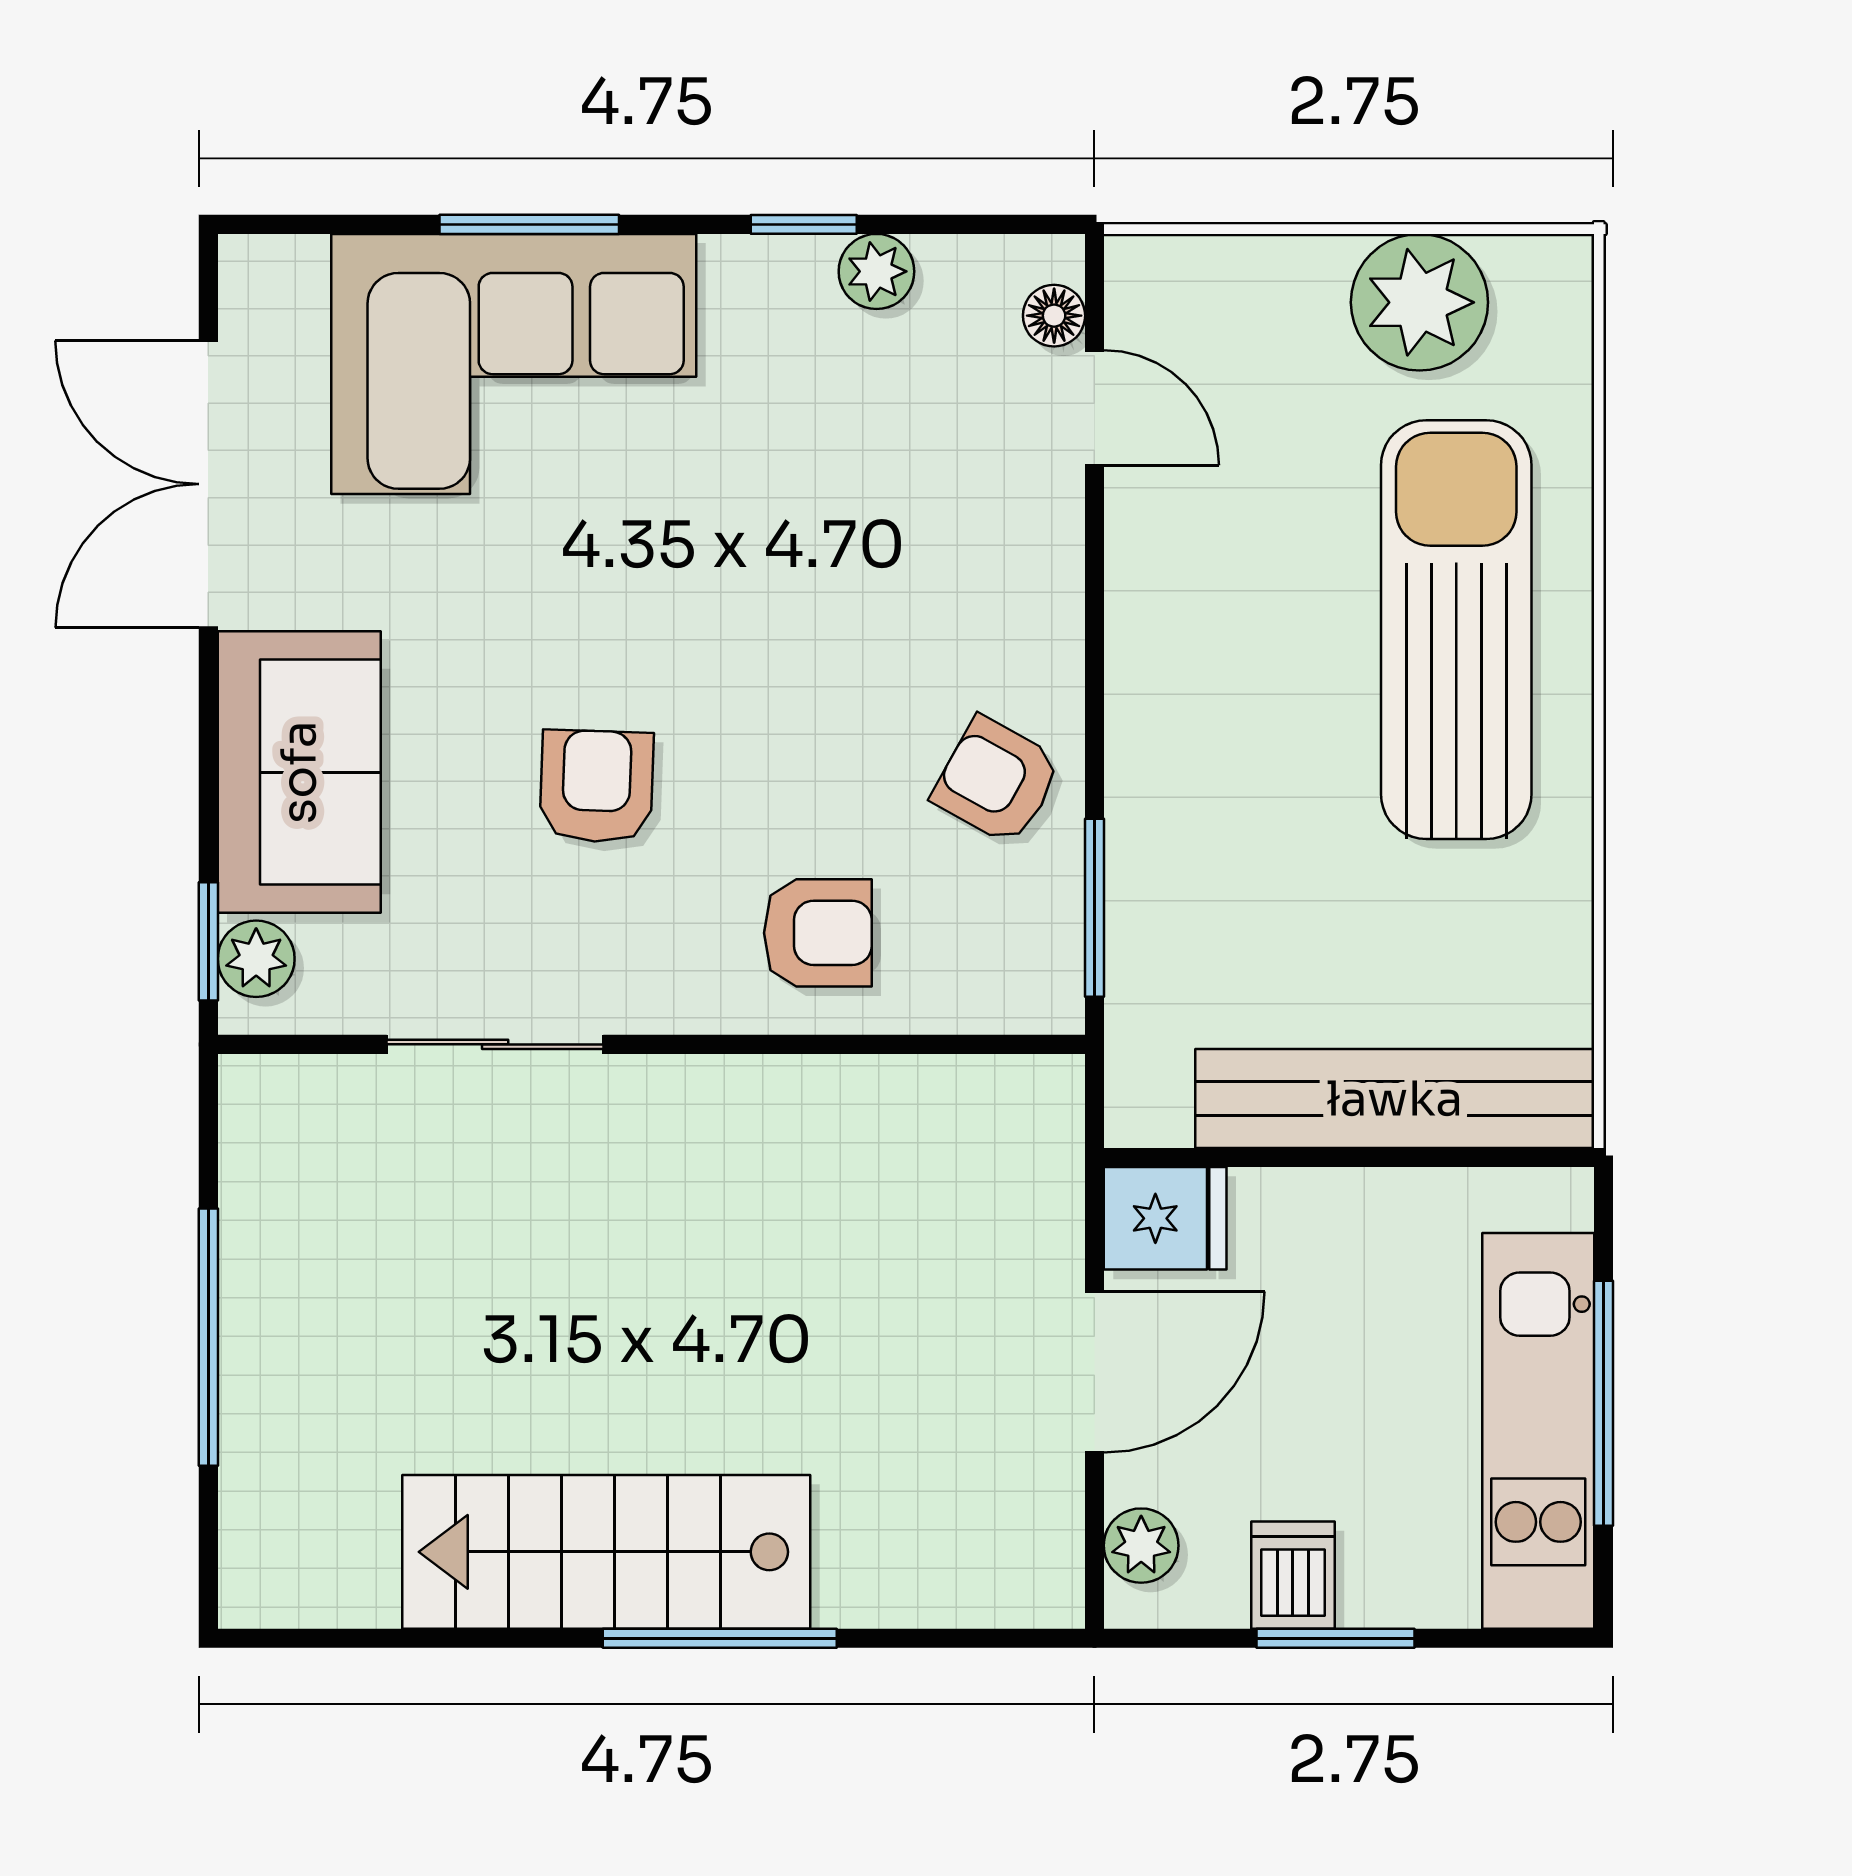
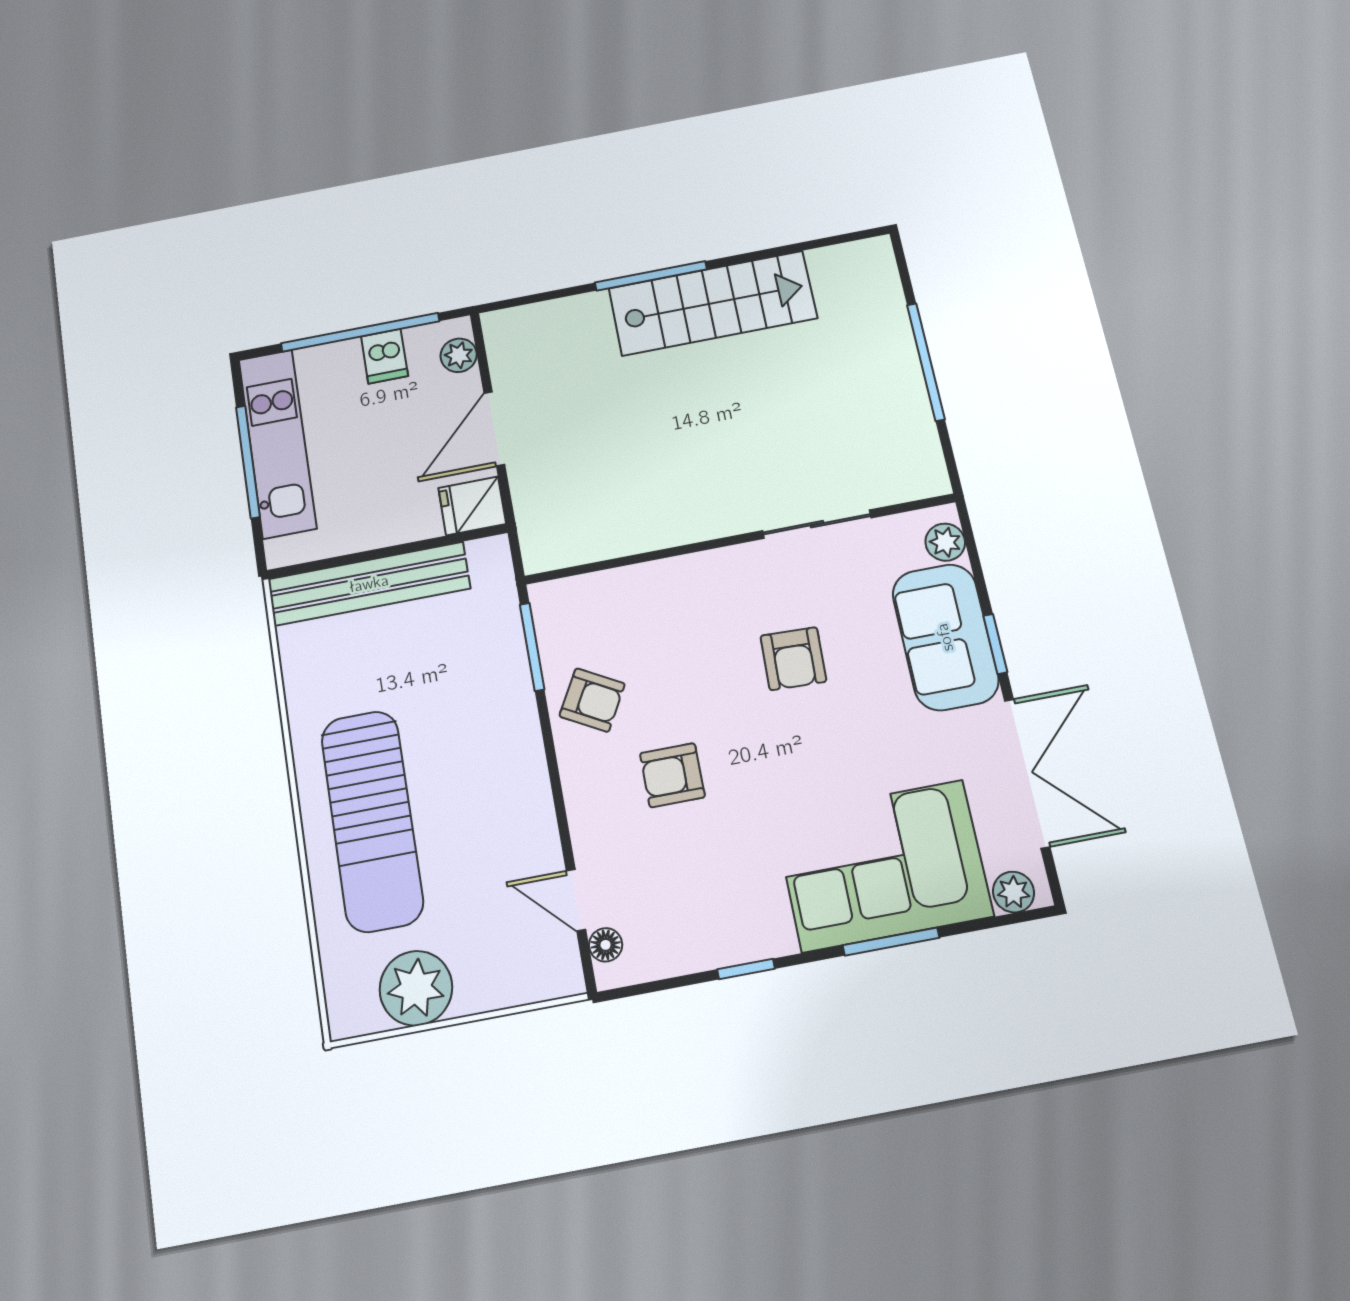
plant: (876, 271) -> (1014, 892), moved
armchair: (818, 933) -> (672, 775), moved
window: (208, 941) -> (995, 644), moved
window: (1336, 1638) -> (360, 332), width x2.11

